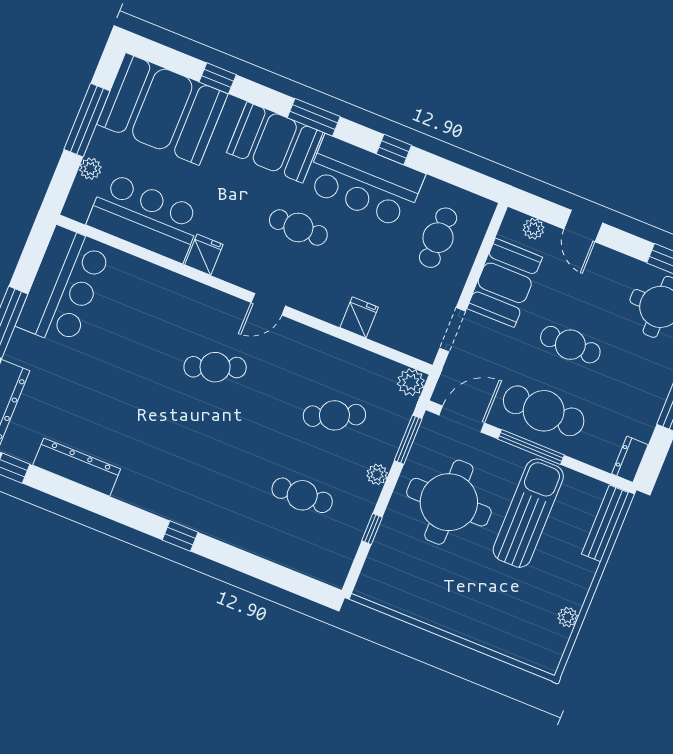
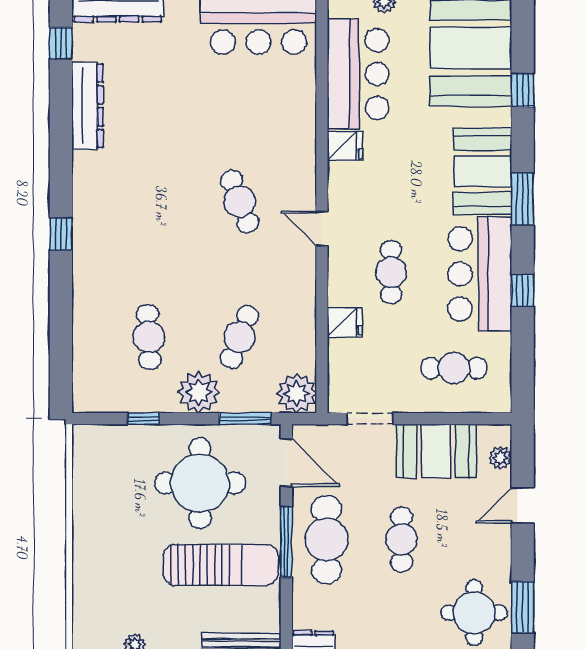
cafe table: (298, 227) -> (391, 272), moved
plant: (411, 382) -> (297, 393), width x1.36, depth x1.36
cafe table: (334, 415) -> (240, 337), turned 45
plant: (377, 474) -> (199, 392), width x1.88, depth x1.88

